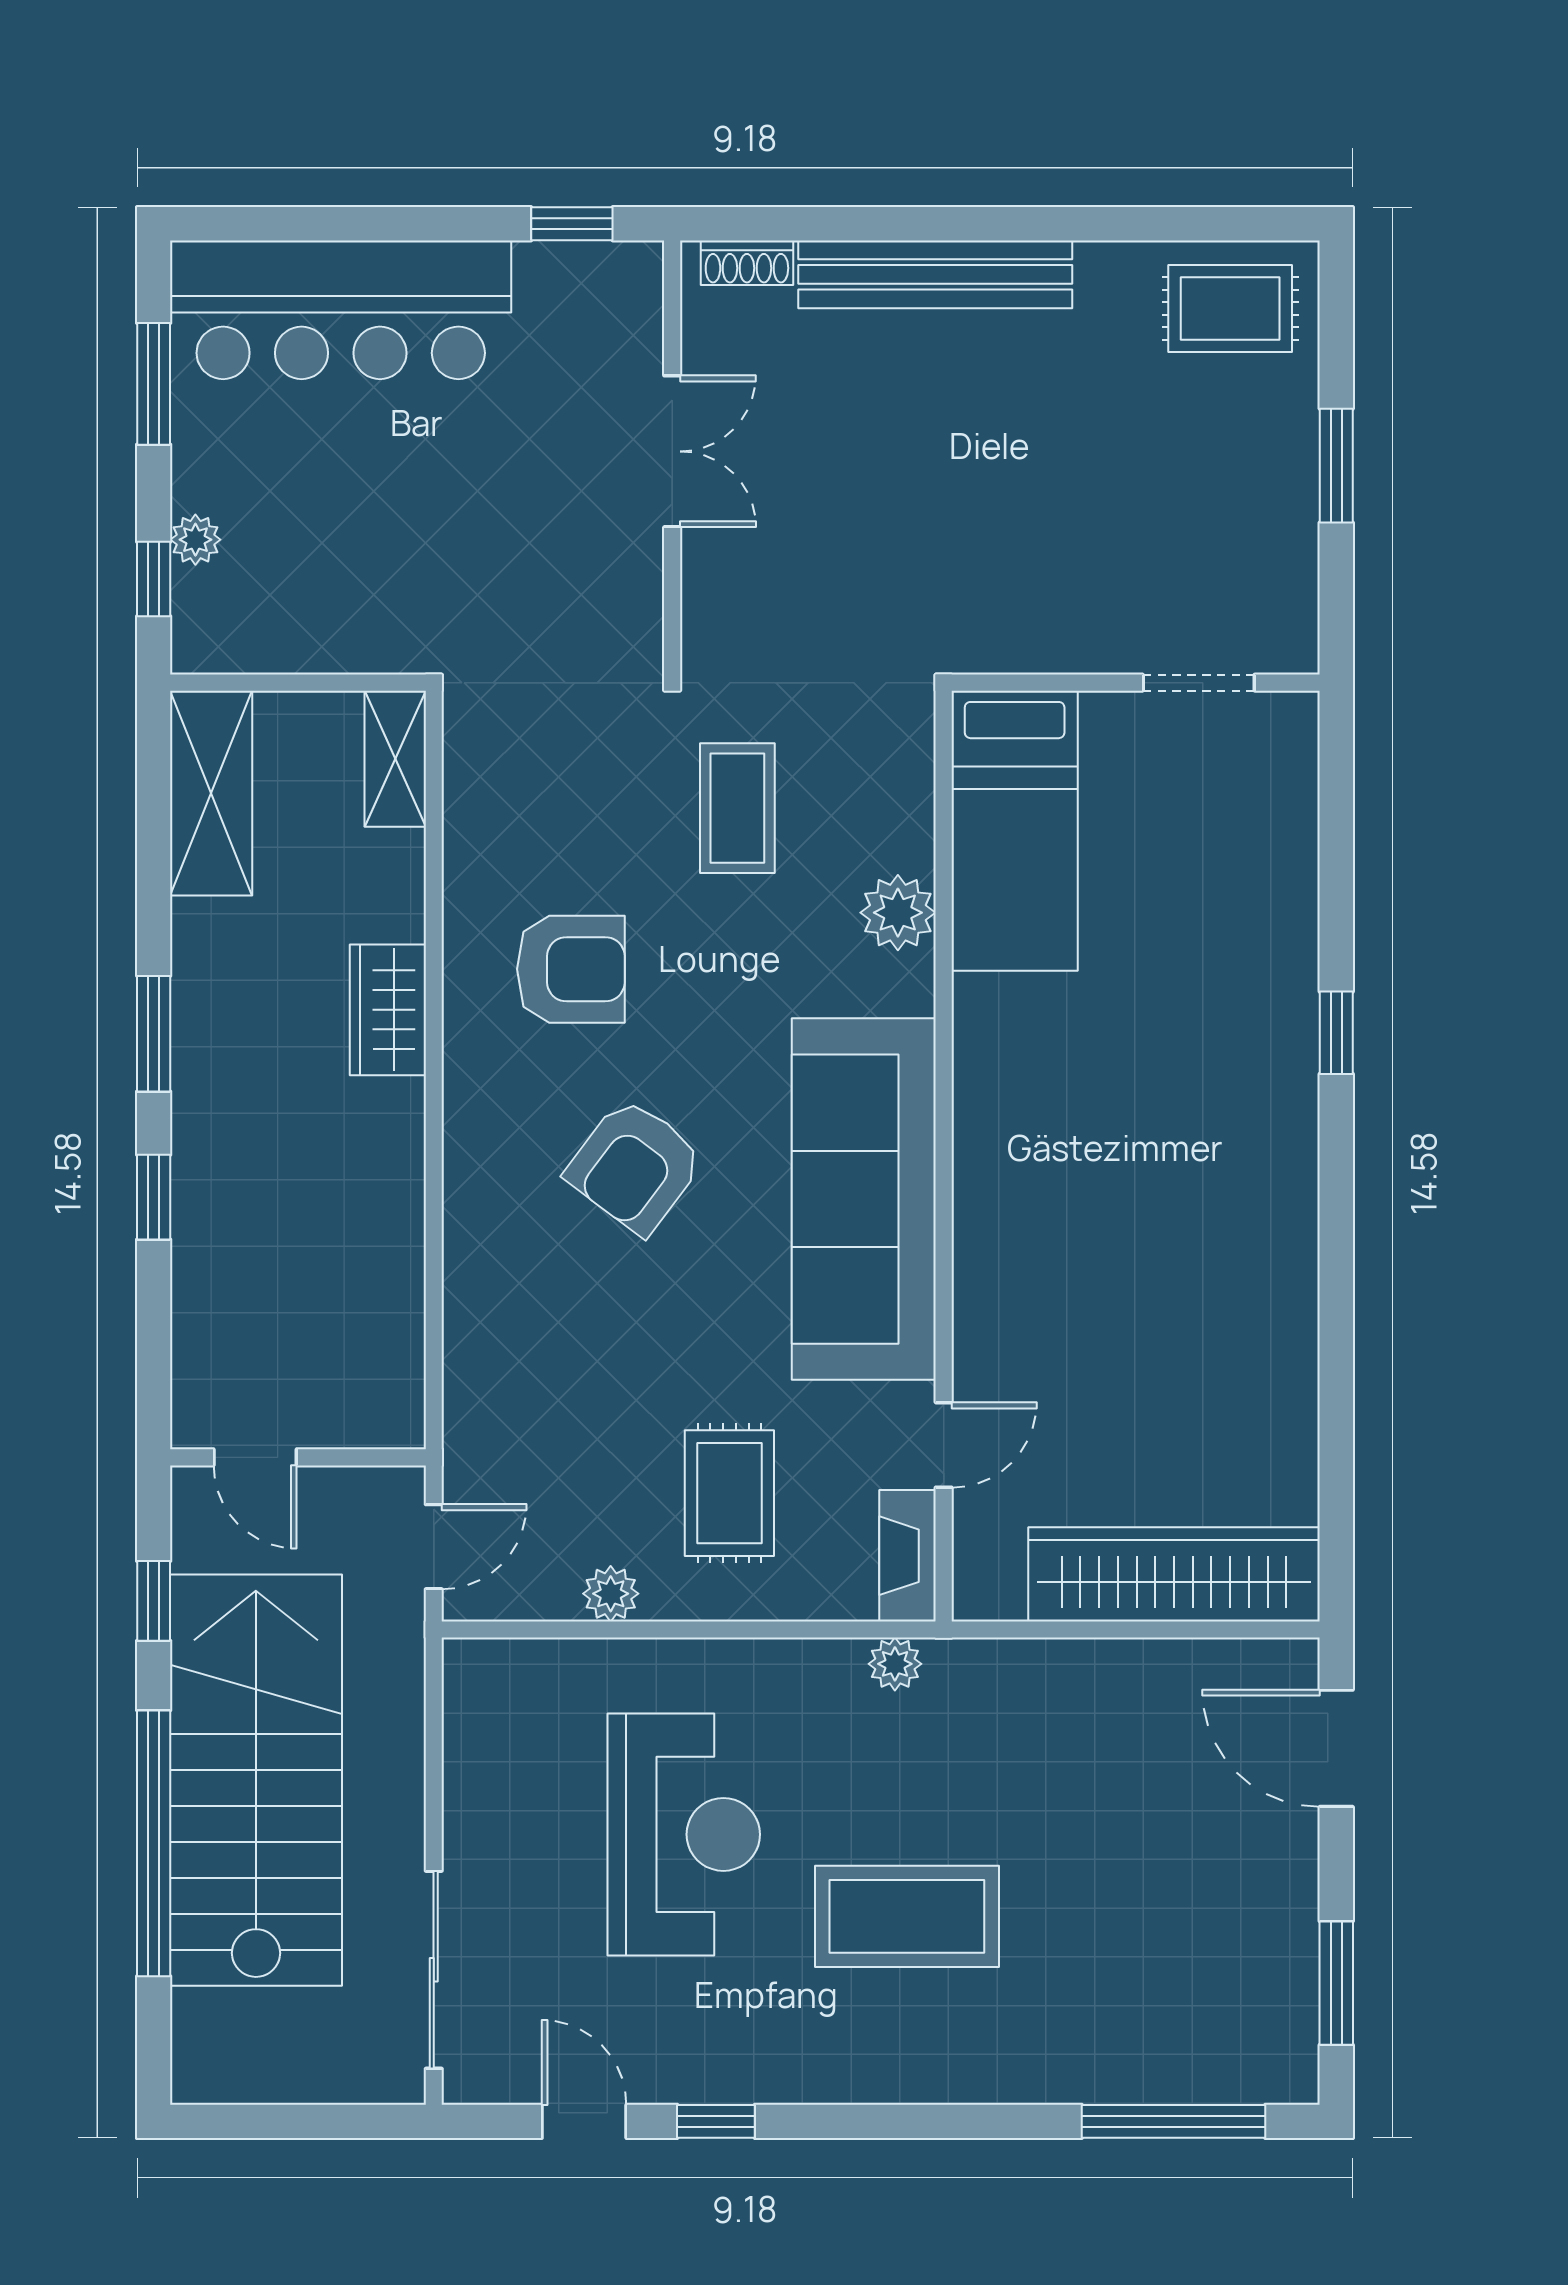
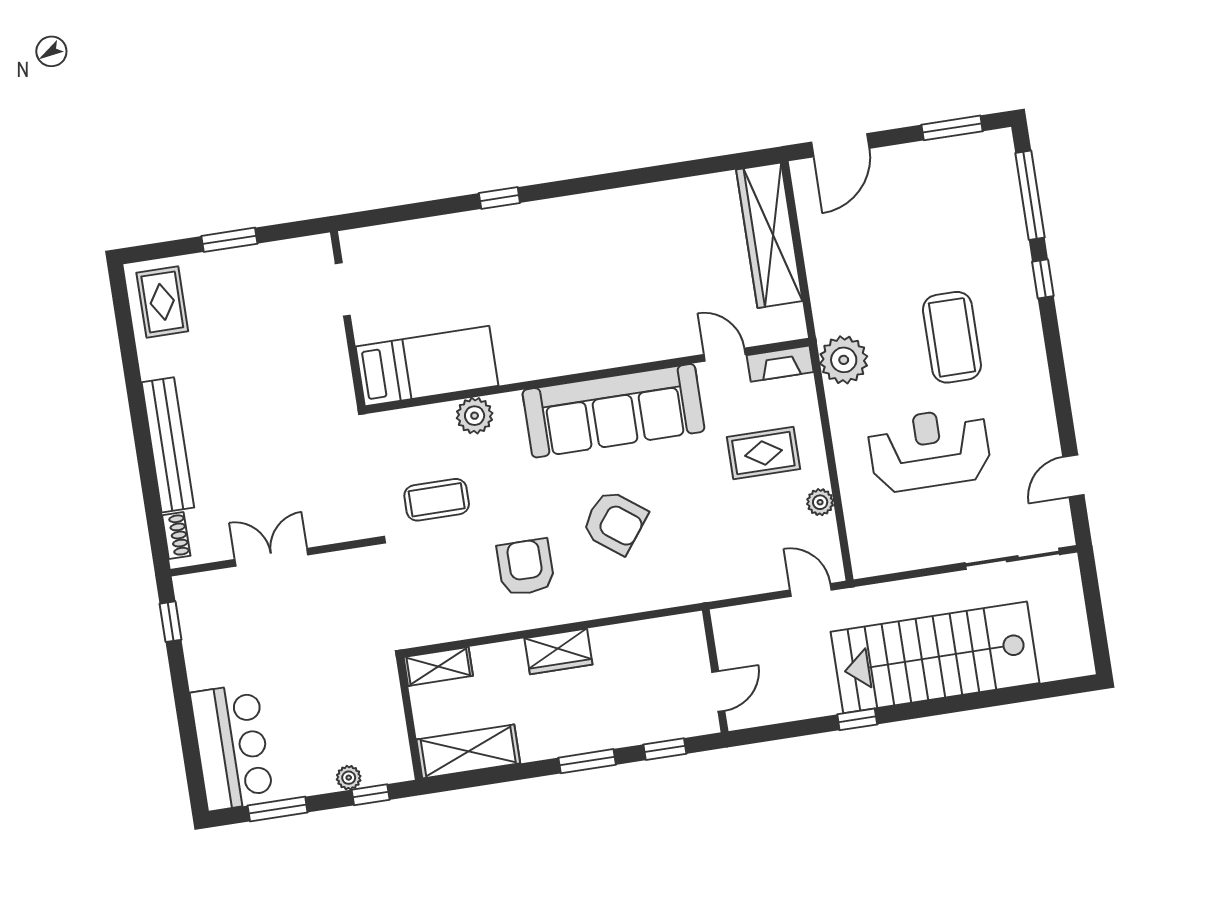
bar counter: (341, 310) -> (232, 747), width x0.73
door: (255, 1457) -> (718, 691), moved
wall: (298, 1457) -> (715, 671), moved
plant: (895, 1664) -> (844, 360), width x1.88, depth x1.88
window: (154, 1843) -> (973, 701), removed
window: (716, 2121) -> (1043, 279), moved

